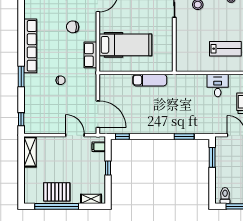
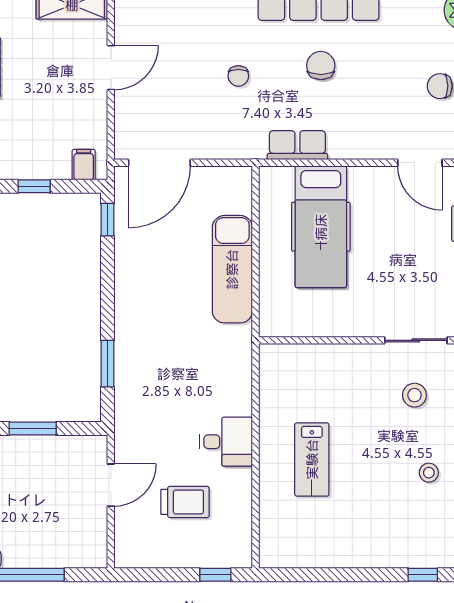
chair: (73, 27) -> (321, 66), moved
exam couch: (150, 80) -> (232, 269), width x1.36, depth x1.45
door: (75, 135) -> (111, 68), moved
window: (212, 157) -> (33, 429), moved

